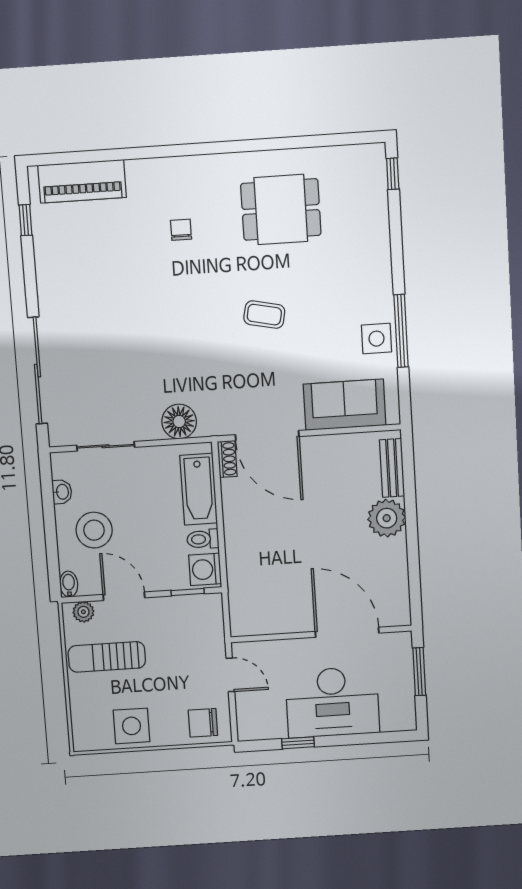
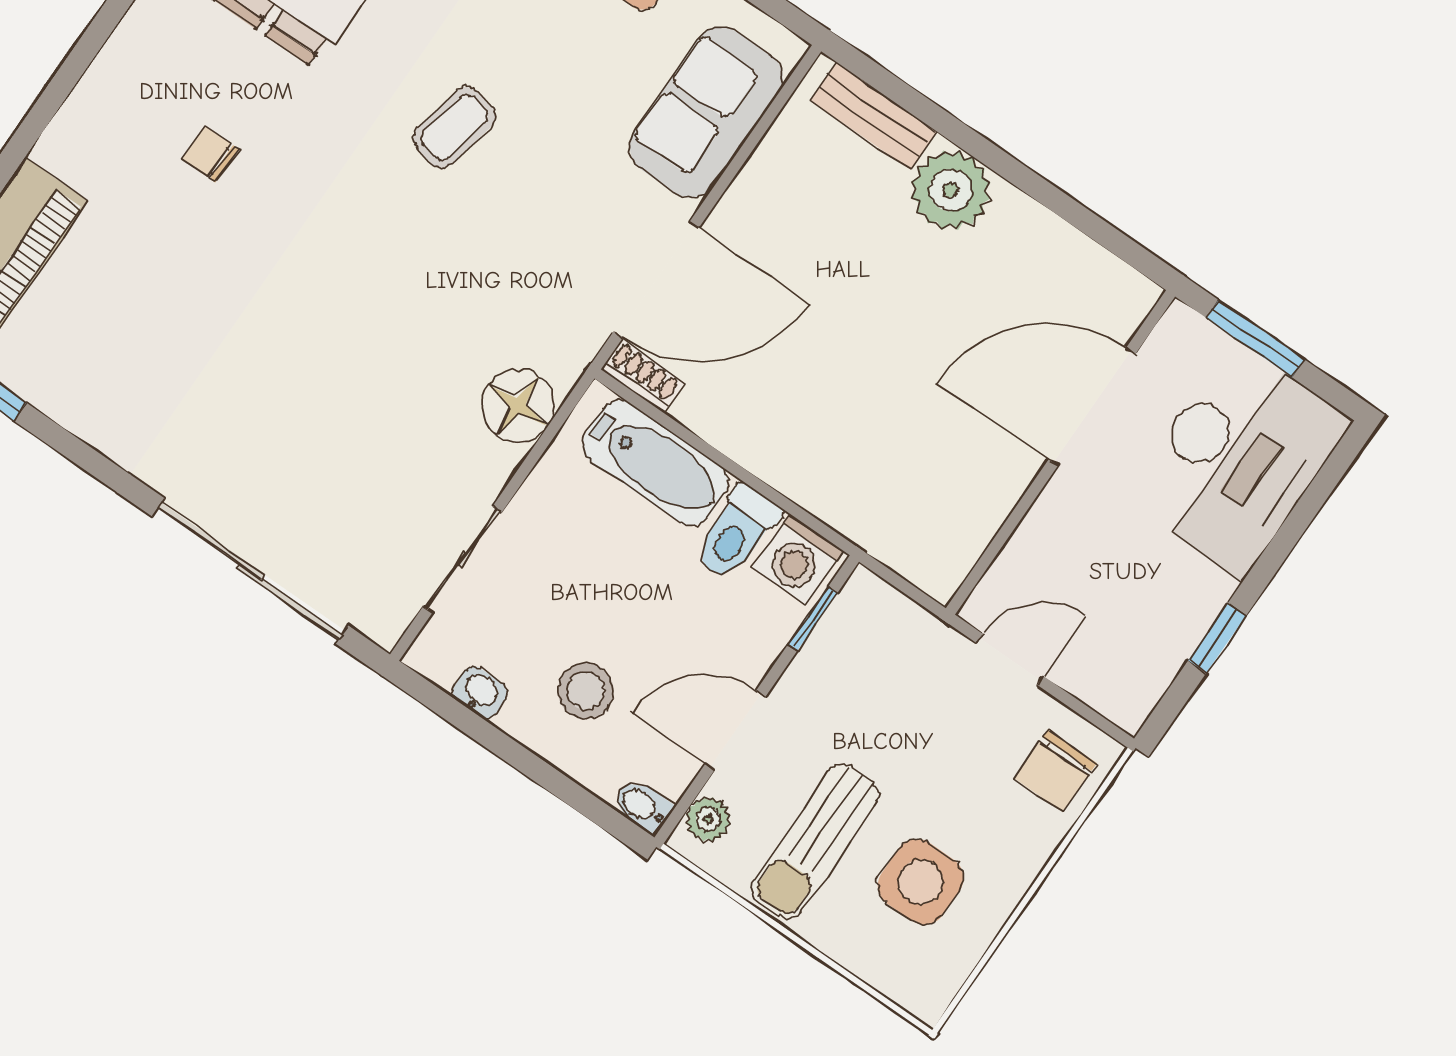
stool: (94, 530) -> (586, 691), width x0.73, depth x0.73
toilet: (203, 539) -> (737, 533), width x1.37, depth x1.39
desk: (332, 702) -> (1238, 459), moved
side table: (131, 726) -> (921, 882), moved

